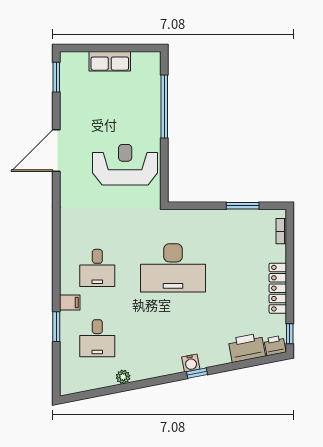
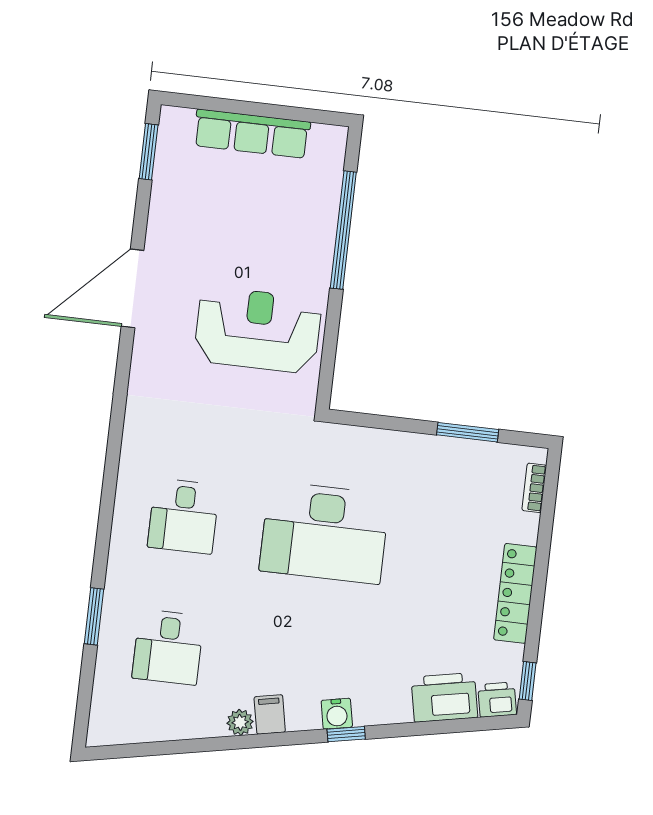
row of seats: (110, 61) -> (252, 134), width x1.48
filing cabinet: (70, 303) -> (270, 714), moved, turned -101
plant: (123, 377) -> (240, 722), moved

